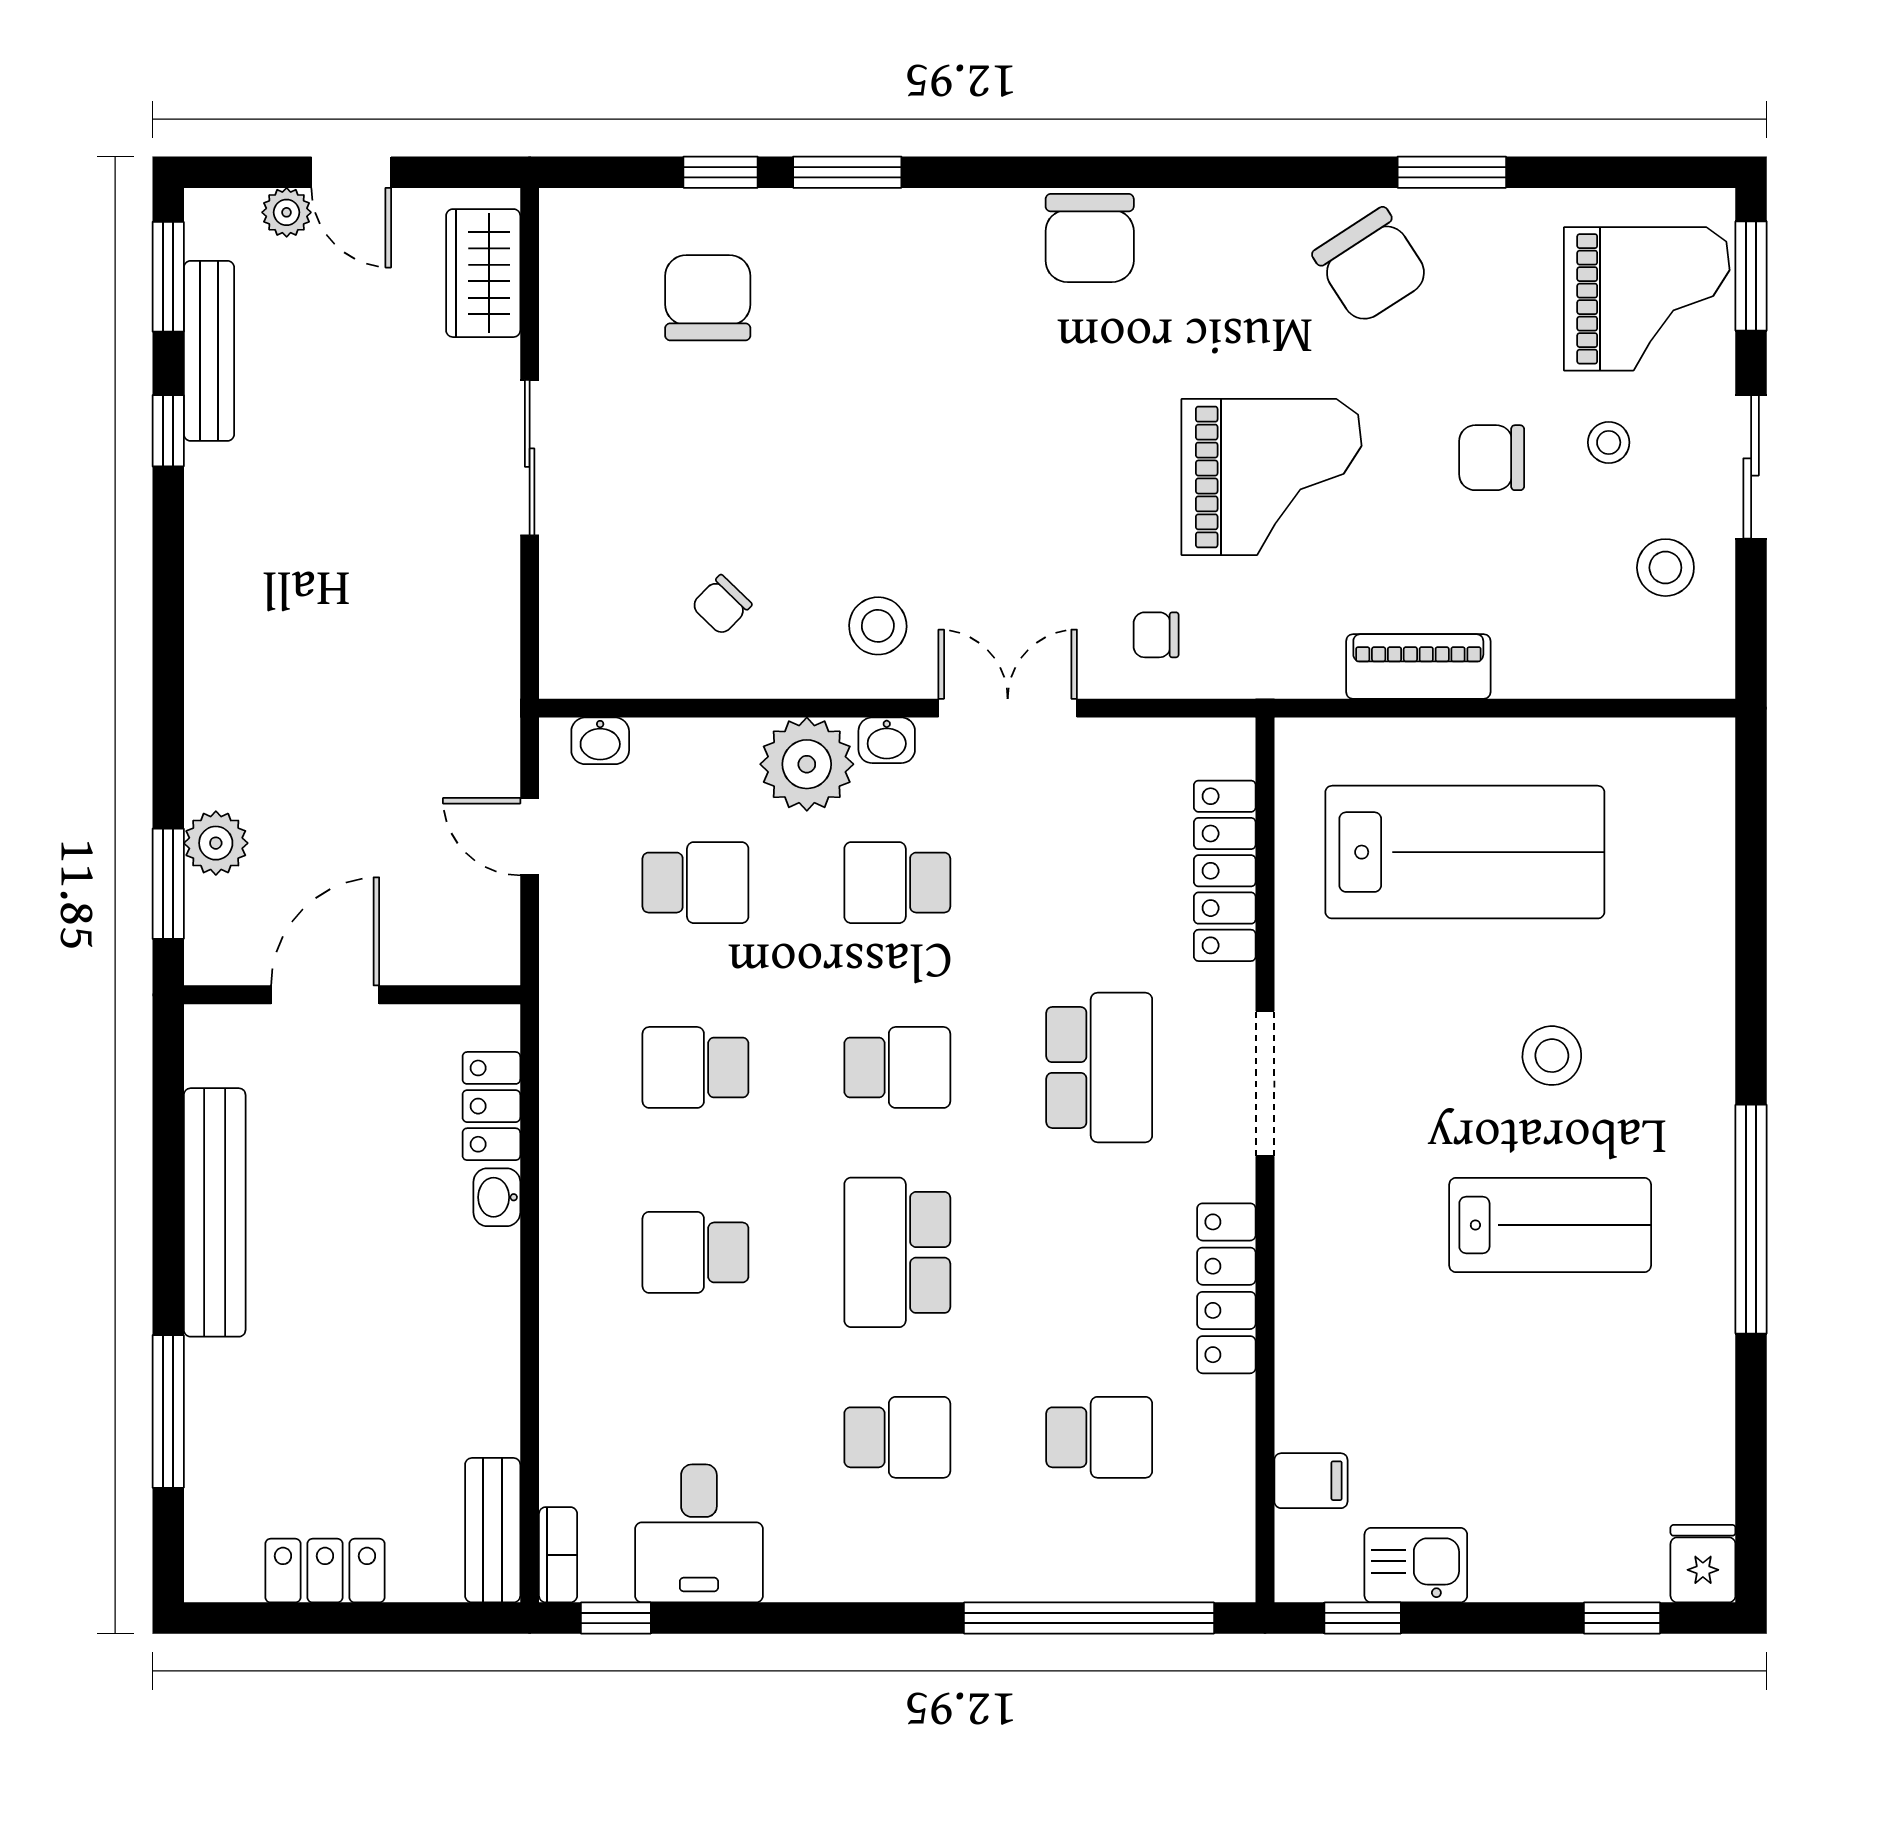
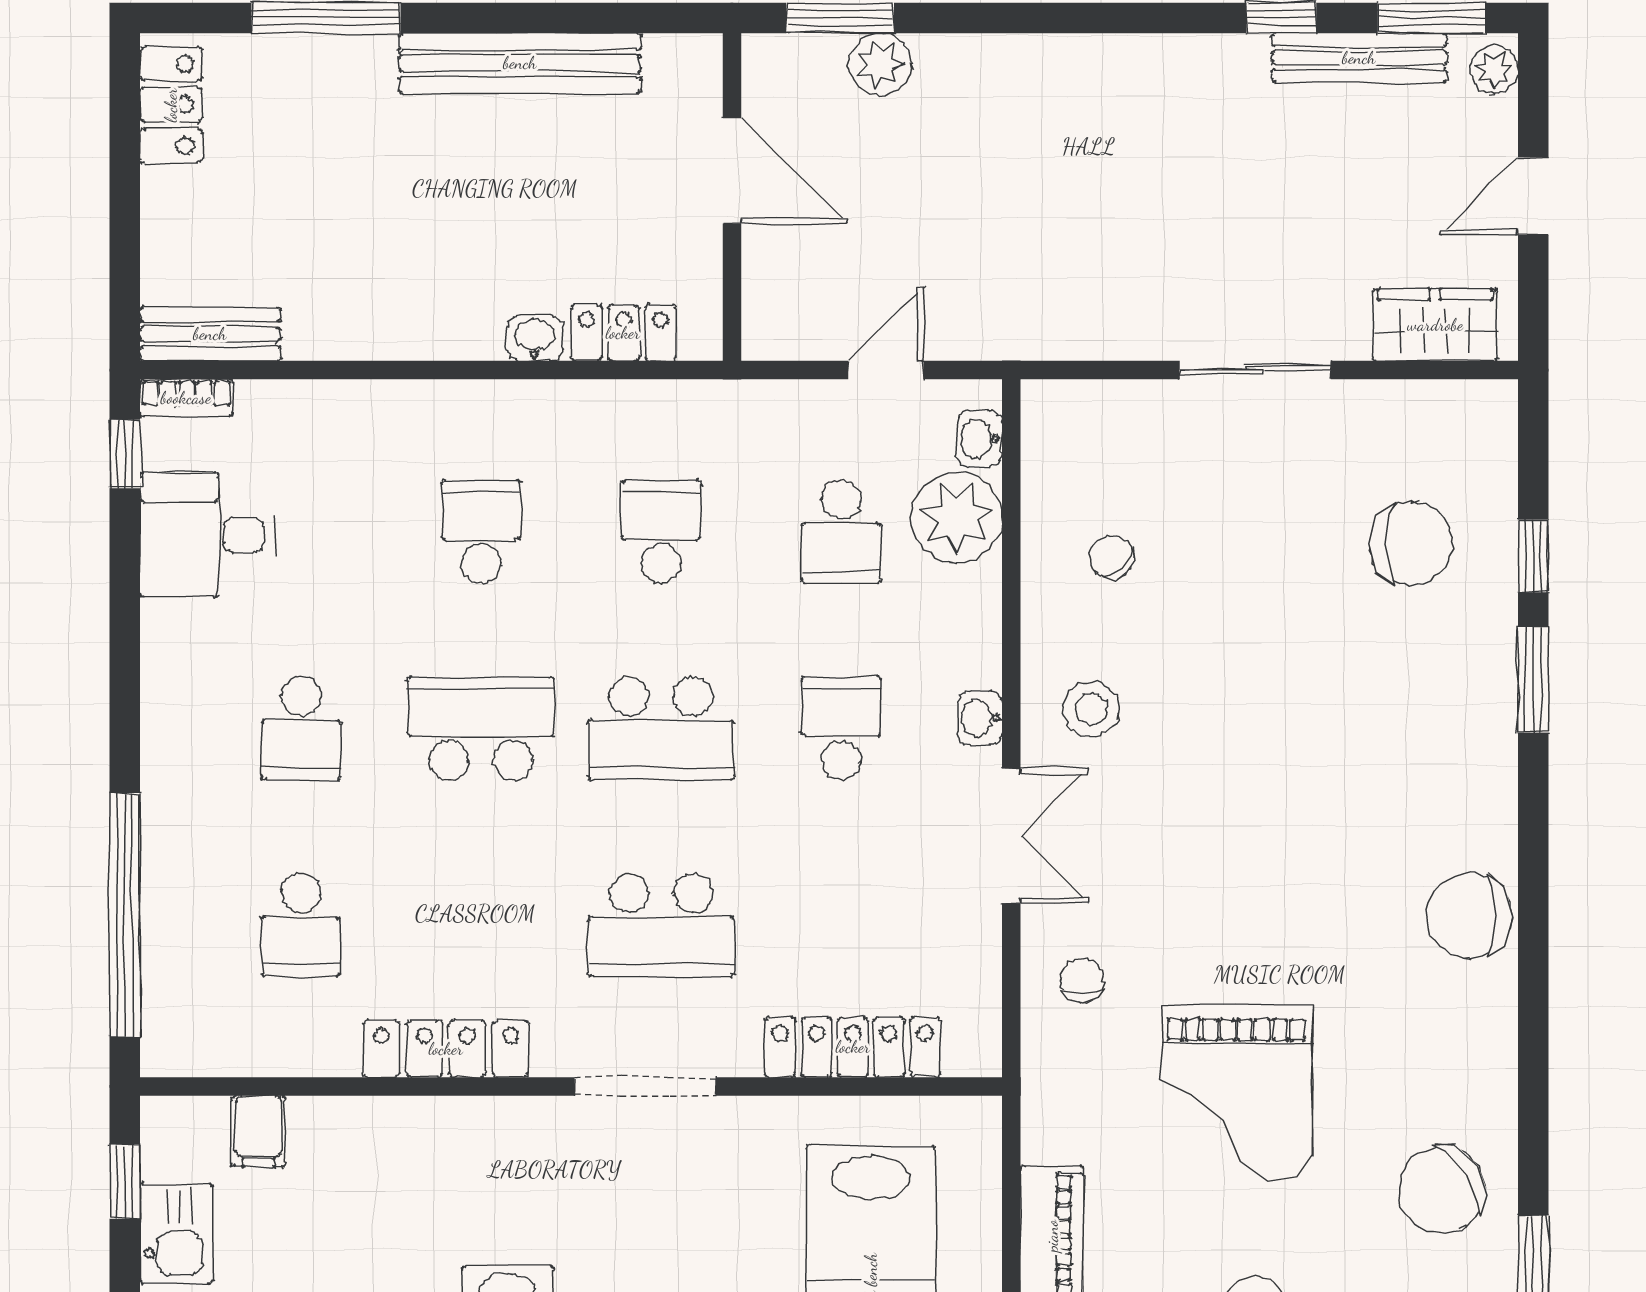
plant: (287, 212) -> (1494, 70), moved
plant: (807, 764) -> (957, 517), moved
school desk: (897, 1067) -> (661, 728), width x1.85
locker: (325, 1571) -> (171, 105), moved

